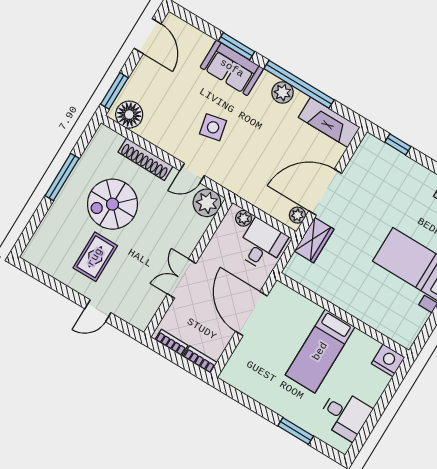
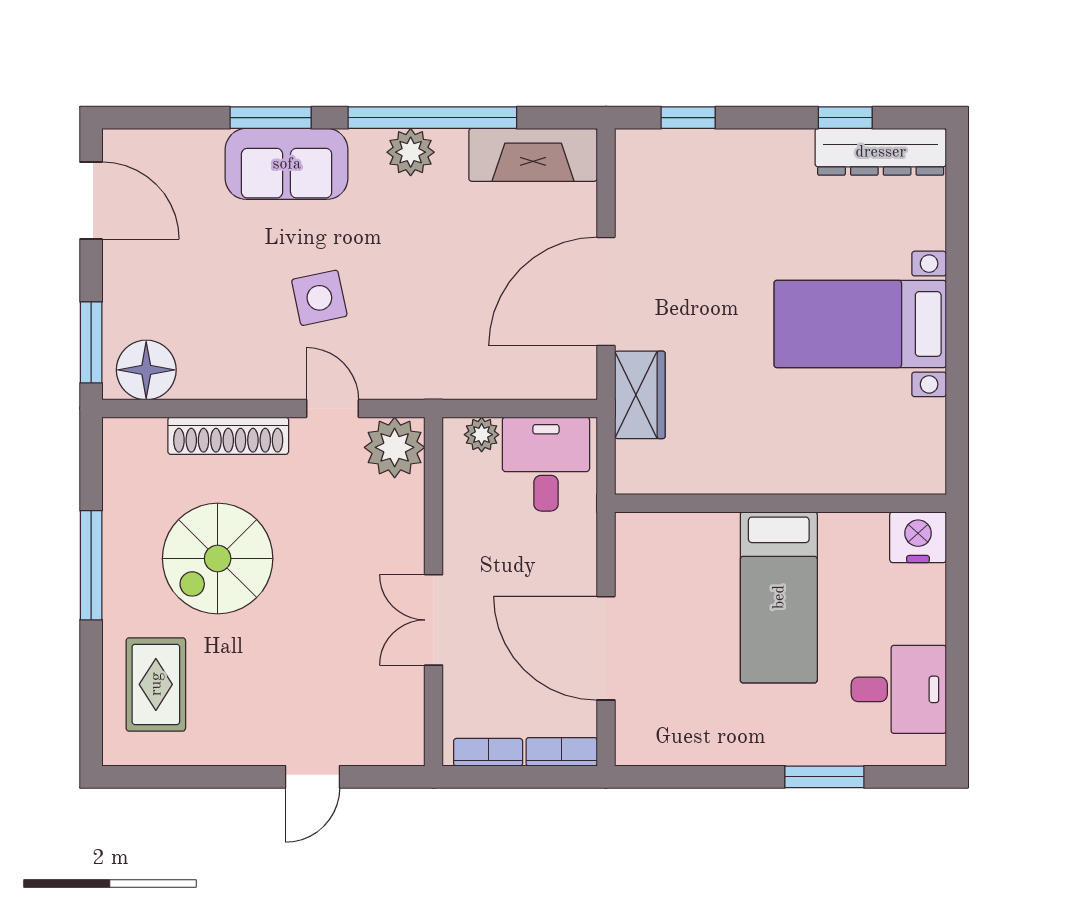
door: (192, 173) -> (332, 408), swing flipped
plant: (297, 215) -> (580, 367), removed
rug: (95, 257) -> (156, 684), moved
door: (251, 314) -> (606, 648), moved

